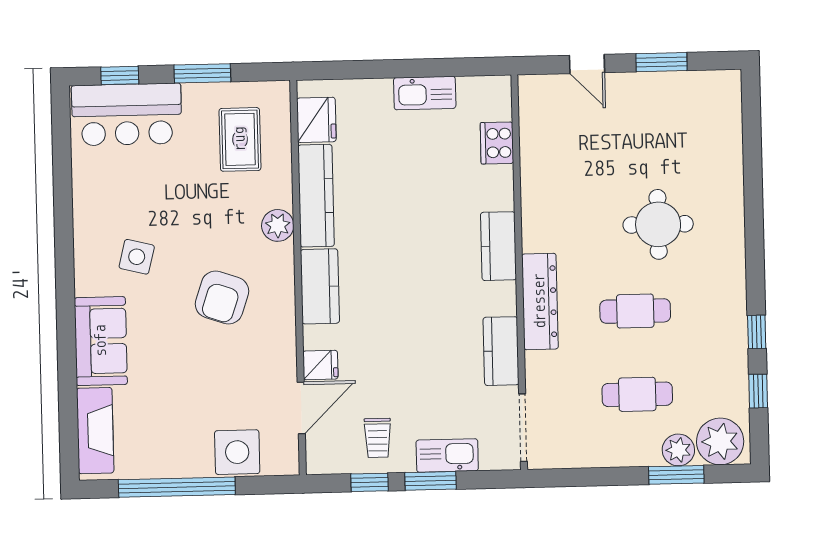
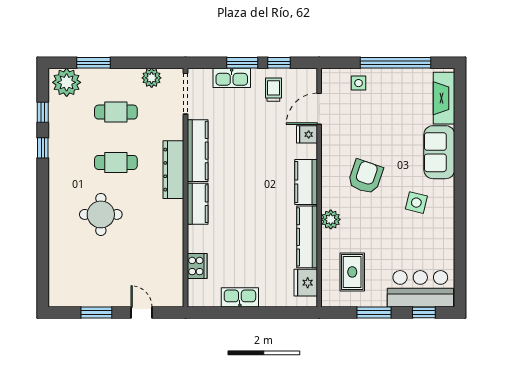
kitchen counter: (501, 351) -> (198, 151), width x1.50
plant: (678, 450) -> (152, 78), moved
side table: (237, 452) -> (359, 83), width x0.54, depth x0.54

